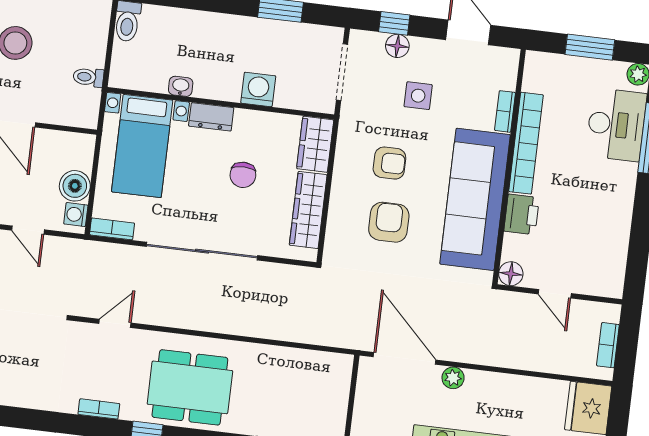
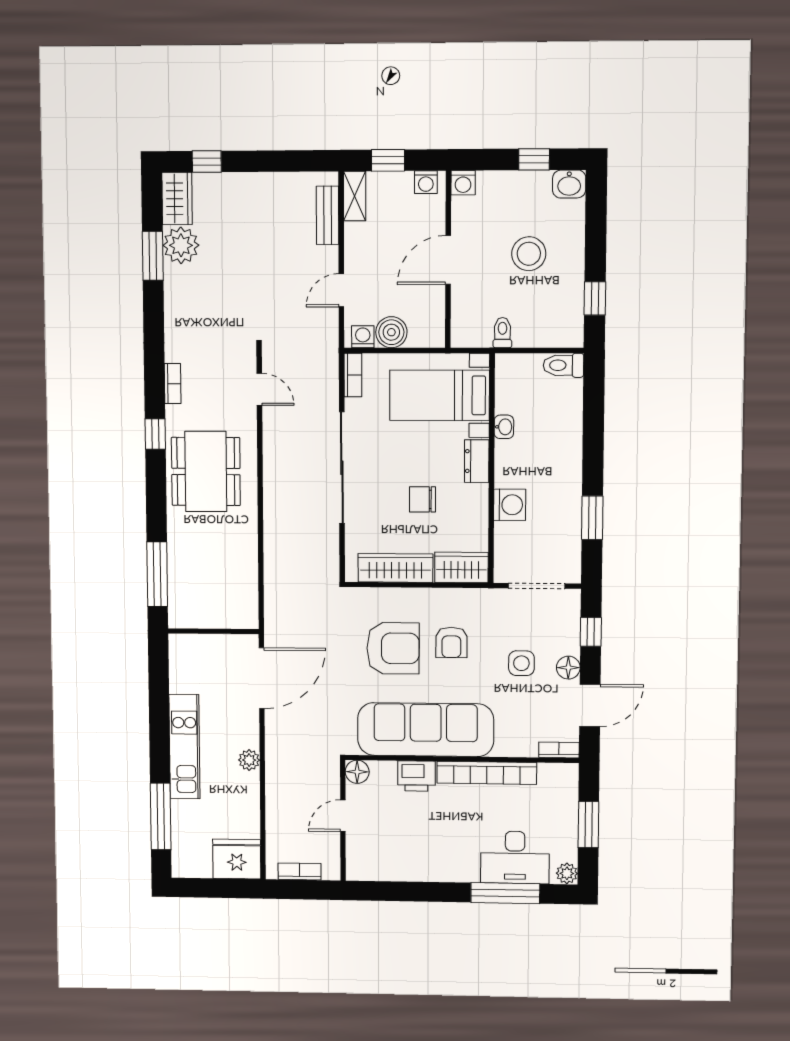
floor lamp: (397, 46) -> (568, 668), moved
bookcase: (505, 111) -> (559, 750), moved
armchair: (389, 222) -> (393, 648), width x1.36, depth x1.36
plant: (453, 378) -> (249, 760), moved

